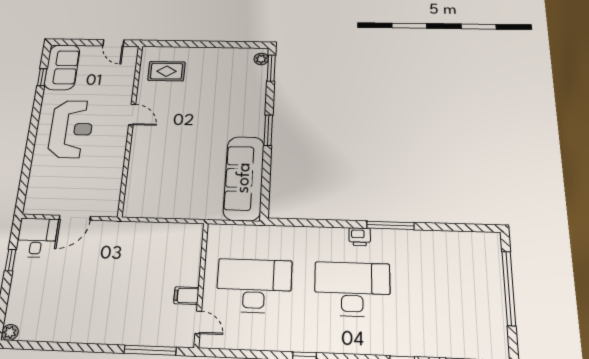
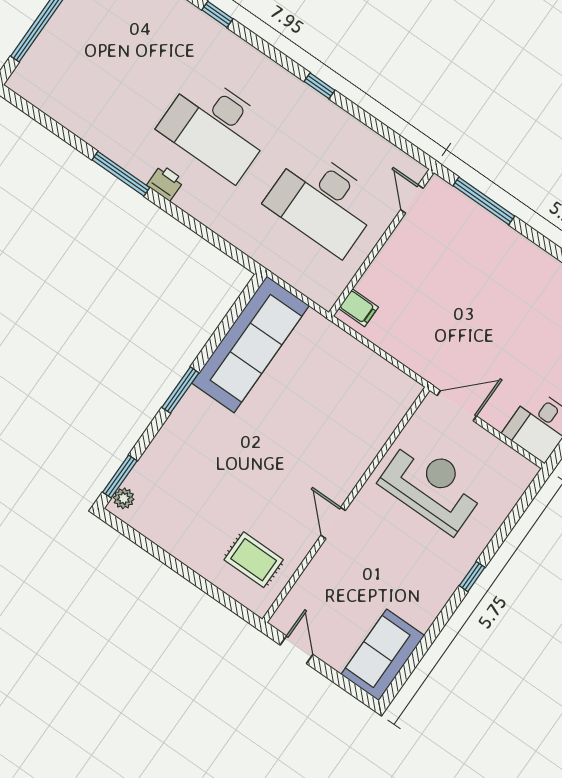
window: (42, 77) -> (472, 577), moved
reception desk: (71, 129) -> (432, 486), moved, turned 90
door: (75, 218) -> (457, 406), moved
filing cabinet: (186, 296) -> (358, 308), moved

